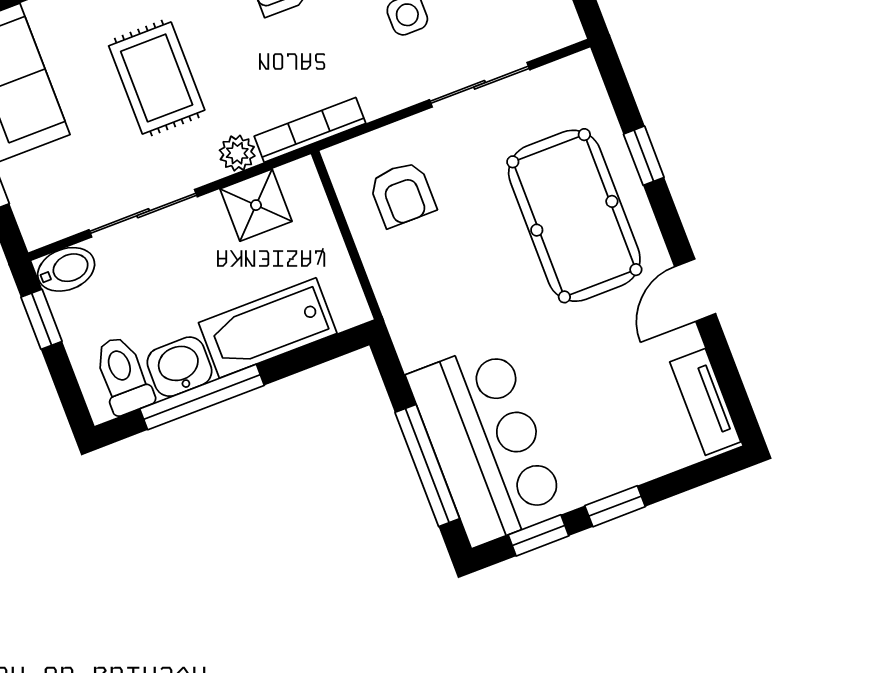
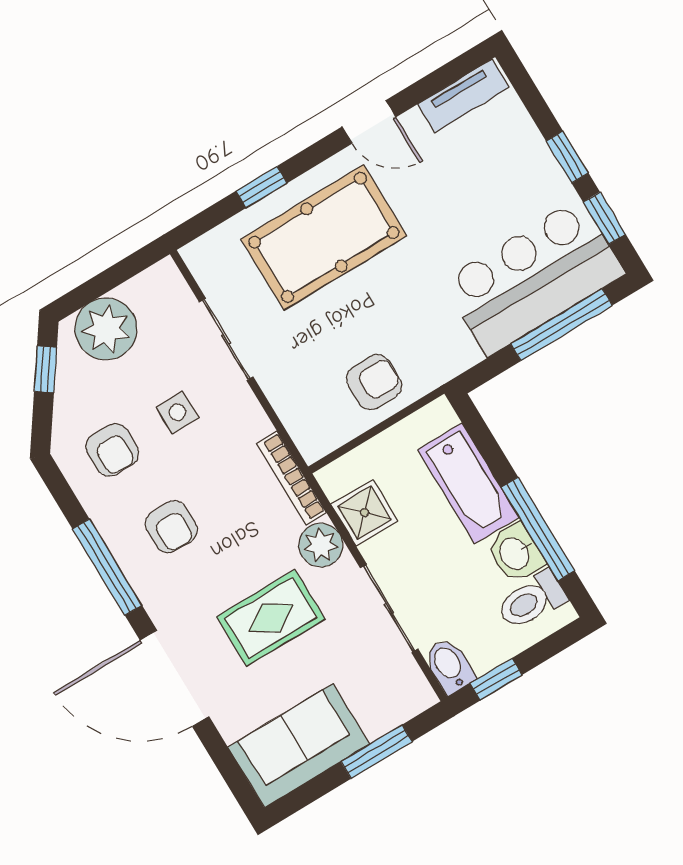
plant: (237, 153) -> (321, 545), width x1.38, depth x1.38
armchair: (402, 194) -> (374, 382), moved

